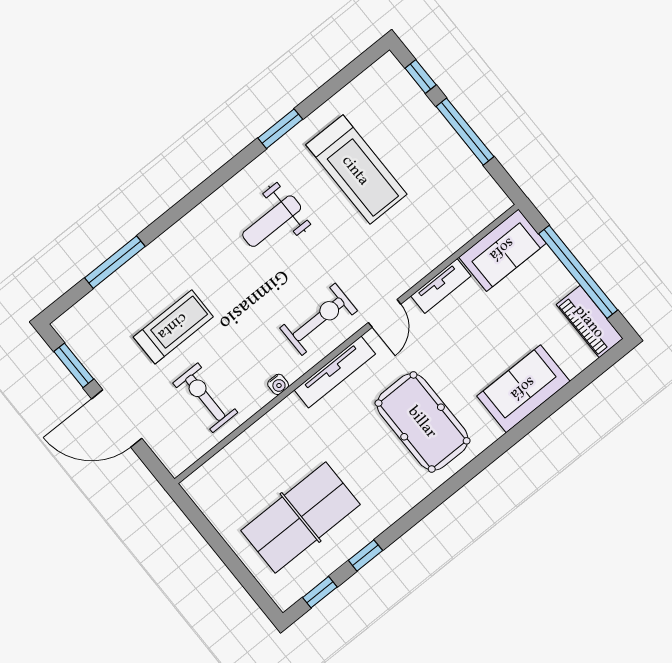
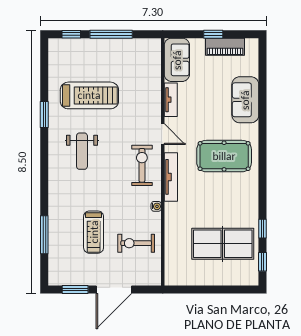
window: (578, 272) -> (213, 34), width x0.32
piano: (590, 321) -> (225, 47), moved
treadmill: (173, 327) -> (94, 232), turned 180
table tennis table: (300, 517) -> (223, 244), turned 90

